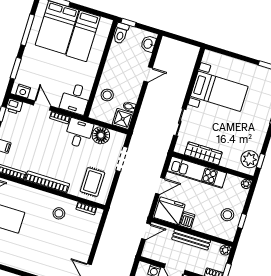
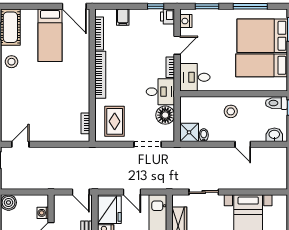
stool: (107, 95) -> (231, 111), moved
rug: (92, 182) -> (115, 121), turned 90
stool: (59, 213) -> (12, 62), moved

